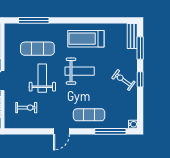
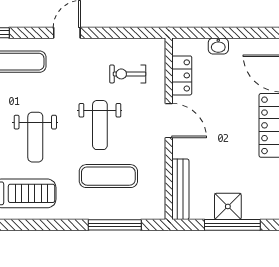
weight bench: (80, 71) -> (35, 137), turned -90

